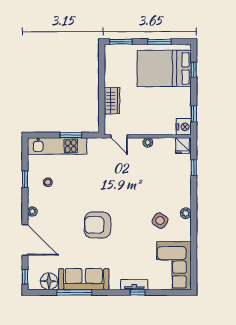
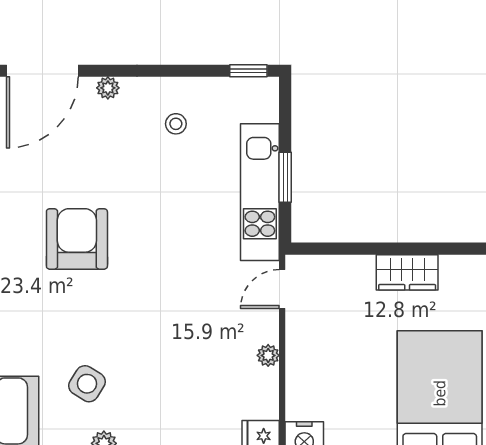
wardrobe: (112, 101) -> (407, 272), moved
kitchen unit: (57, 146) -> (260, 192), moved
window: (25, 179) -> (248, 71), moved

